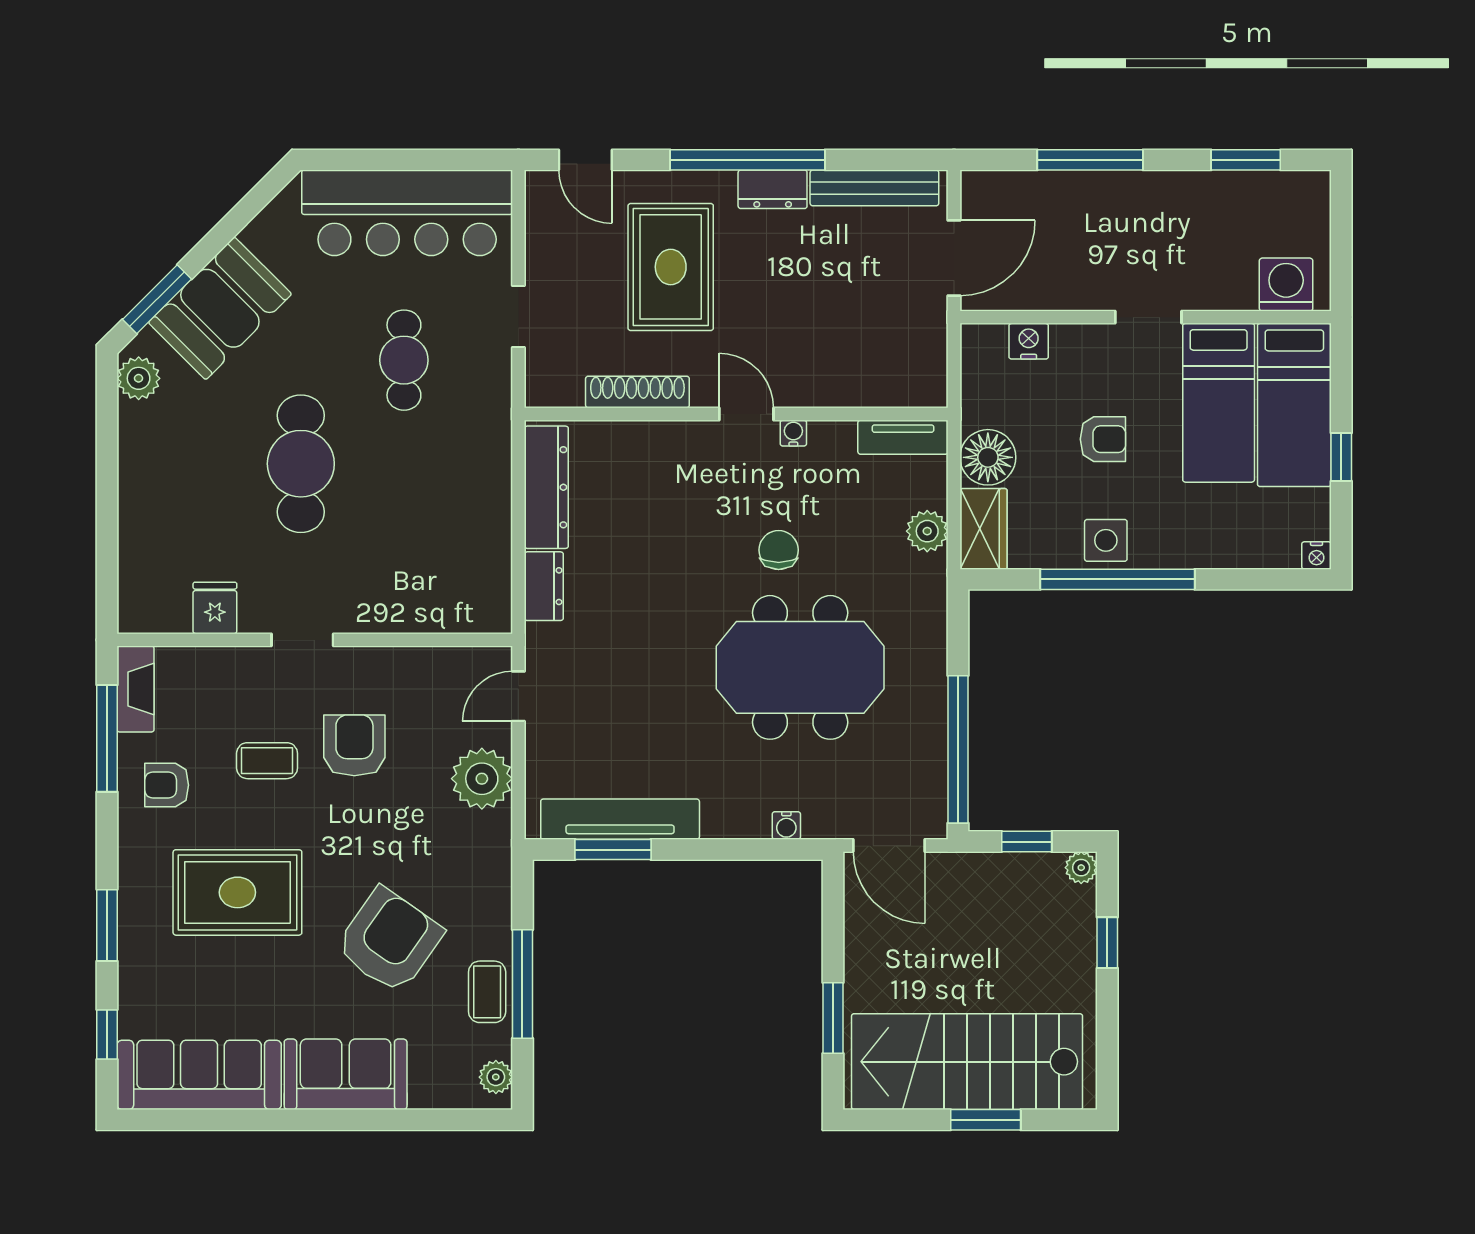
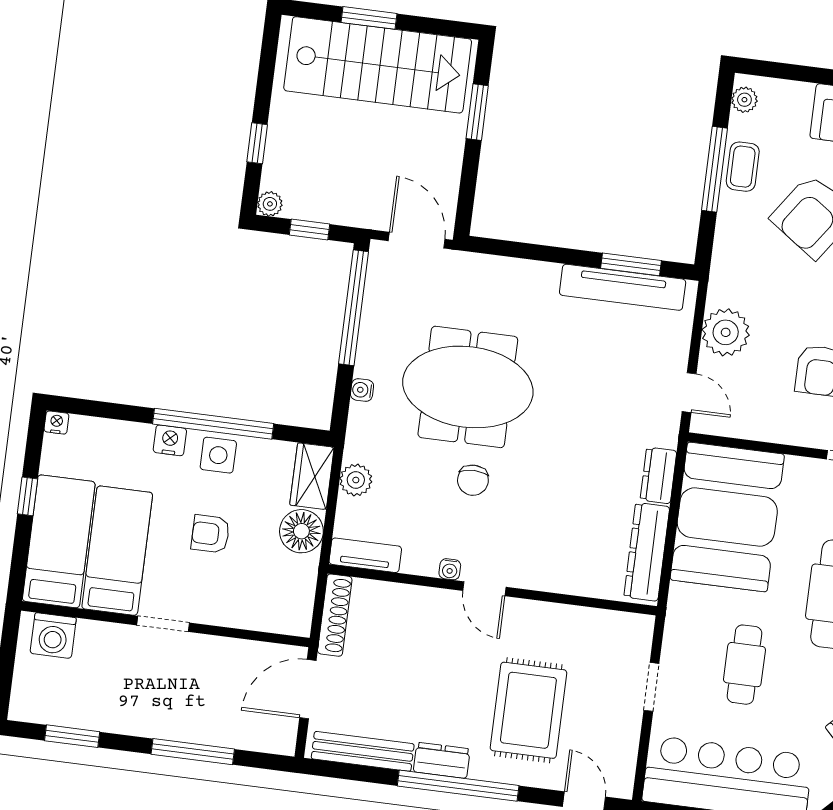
nightstand: (1029, 341) -> (170, 440), moved, turned 180
shoe rack: (637, 392) -> (335, 615), moved, turned -90
booth: (450, 545) -> (727, 517), added
door: (518, 696) -> (689, 393), hinge flipped
water cooler: (786, 826) -> (362, 390), moved, turned -90

